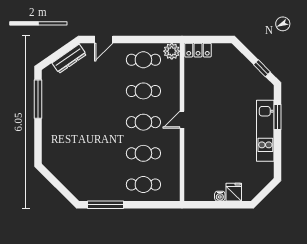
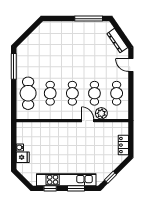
locker: (198, 50) -> (123, 145), moved
plant: (172, 51) -> (101, 113), moved
door: (182, 120) -> (88, 121), moved
kitchen unit: (265, 131) -> (66, 180), width x1.36
window: (277, 153) -> (50, 188), added
cafe table: (143, 185) -> (28, 93), width x1.37, depth x1.35

